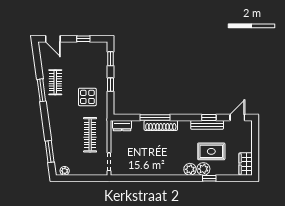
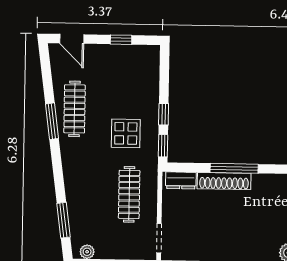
window: (111, 59) -> (163, 146), moved
clothes rail: (55, 82) -> (75, 109), width x1.36
shoe rack: (161, 125) -> (224, 181), moved

